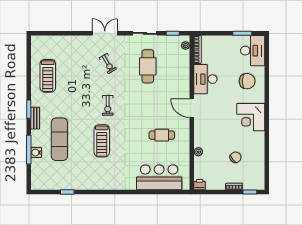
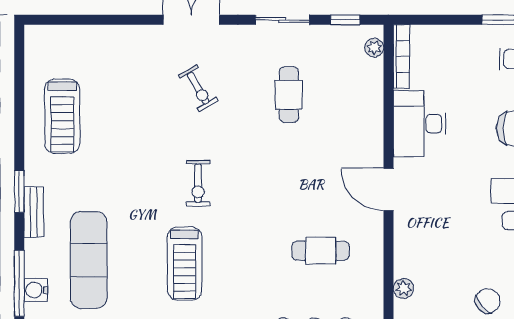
cafe table: (148, 66) -> (289, 95), width x0.73, depth x0.74

